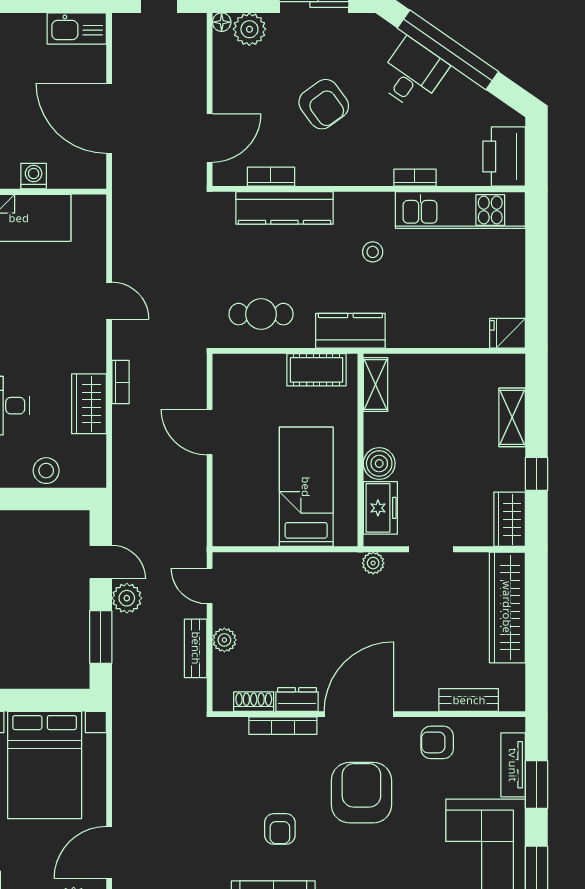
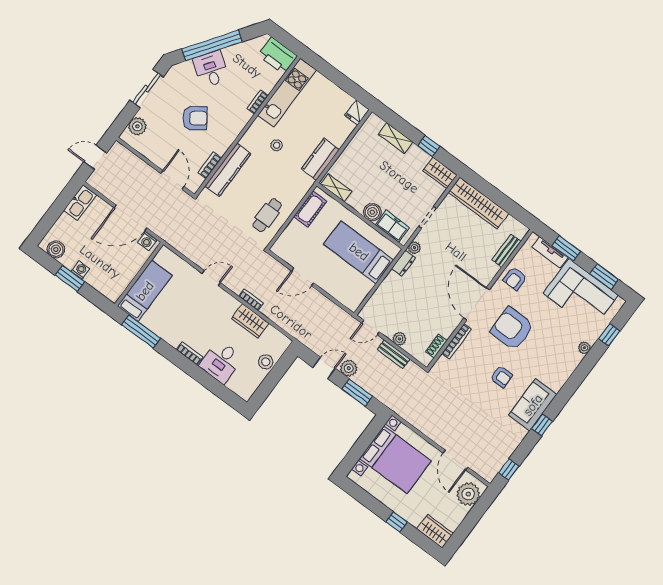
floor lamp: (222, 22) -> (125, 136), removed
washing machine: (34, 176) -> (147, 241), moved, turned -90
kitchen counter: (350, 331) -> (320, 159), moved
dresser: (297, 699) -> (403, 263), moved, turned 180

